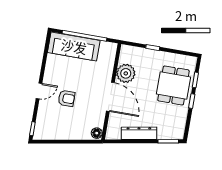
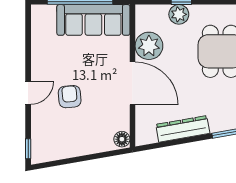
sofa: (74, 46) -> (93, 20), moved
plant: (150, 56) -> (179, 14), added
armchair: (66, 98) -> (70, 97), turned -95

